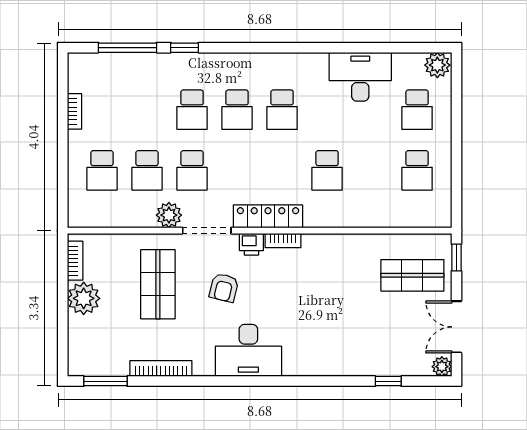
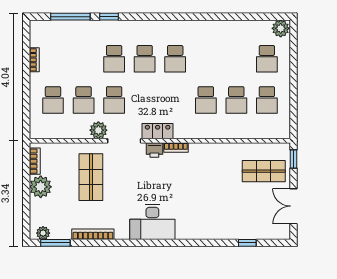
desk: (360, 77) -> (228, 36), removed
school desk: (372, 170) -> (236, 100), added
locker: (268, 216) -> (158, 131), width x0.66
armchair: (224, 288) -> (136, 179), removed
plant: (442, 367) -> (43, 233), moved

